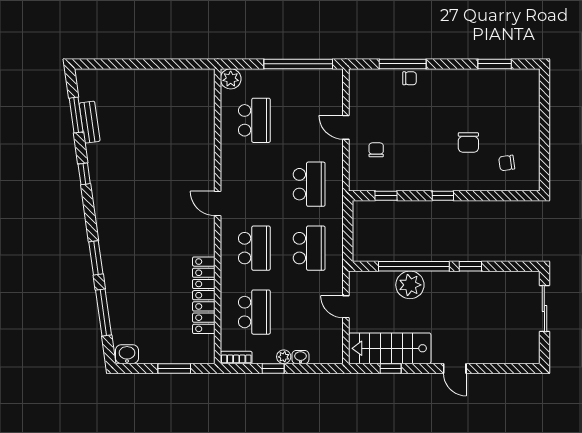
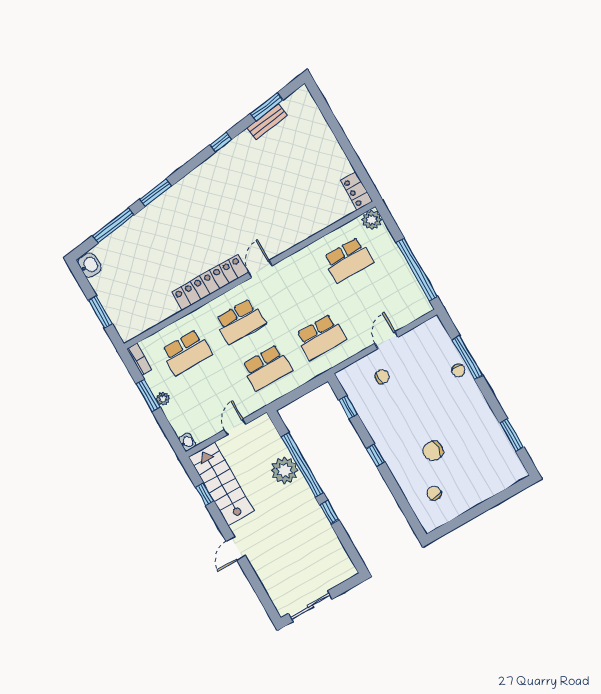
locker: (197, 78) -> (357, 191), added
locker: (204, 295) -> (210, 282), moved
sliding door: (544, 309) -> (310, 606), moved
washbasin: (300, 357) -> (187, 442), moved
window: (273, 368) -> (148, 395), width x1.50

